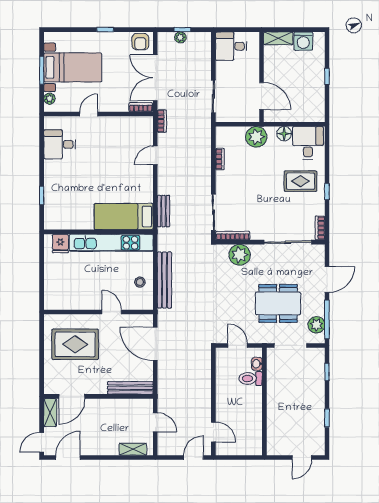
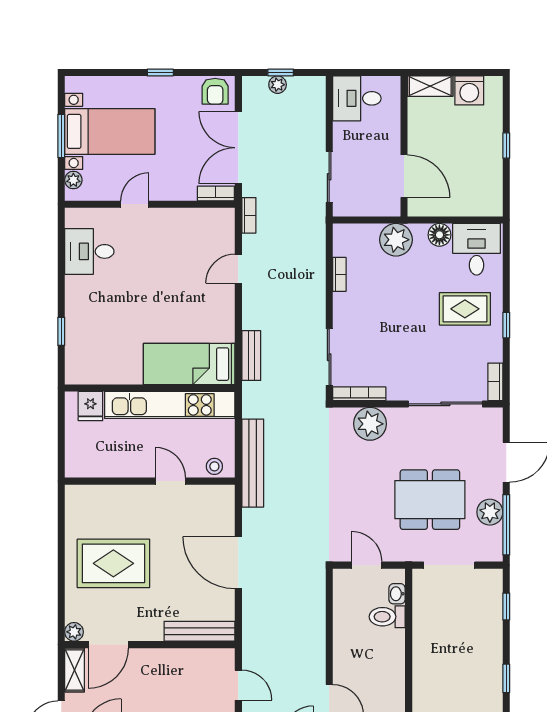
wall: (98, 312) -> (150, 481), moved
door: (112, 312) -> (170, 481), moved
plant: (316, 325) -> (490, 512), moved
plant: (50, 388) -> (74, 632), added

